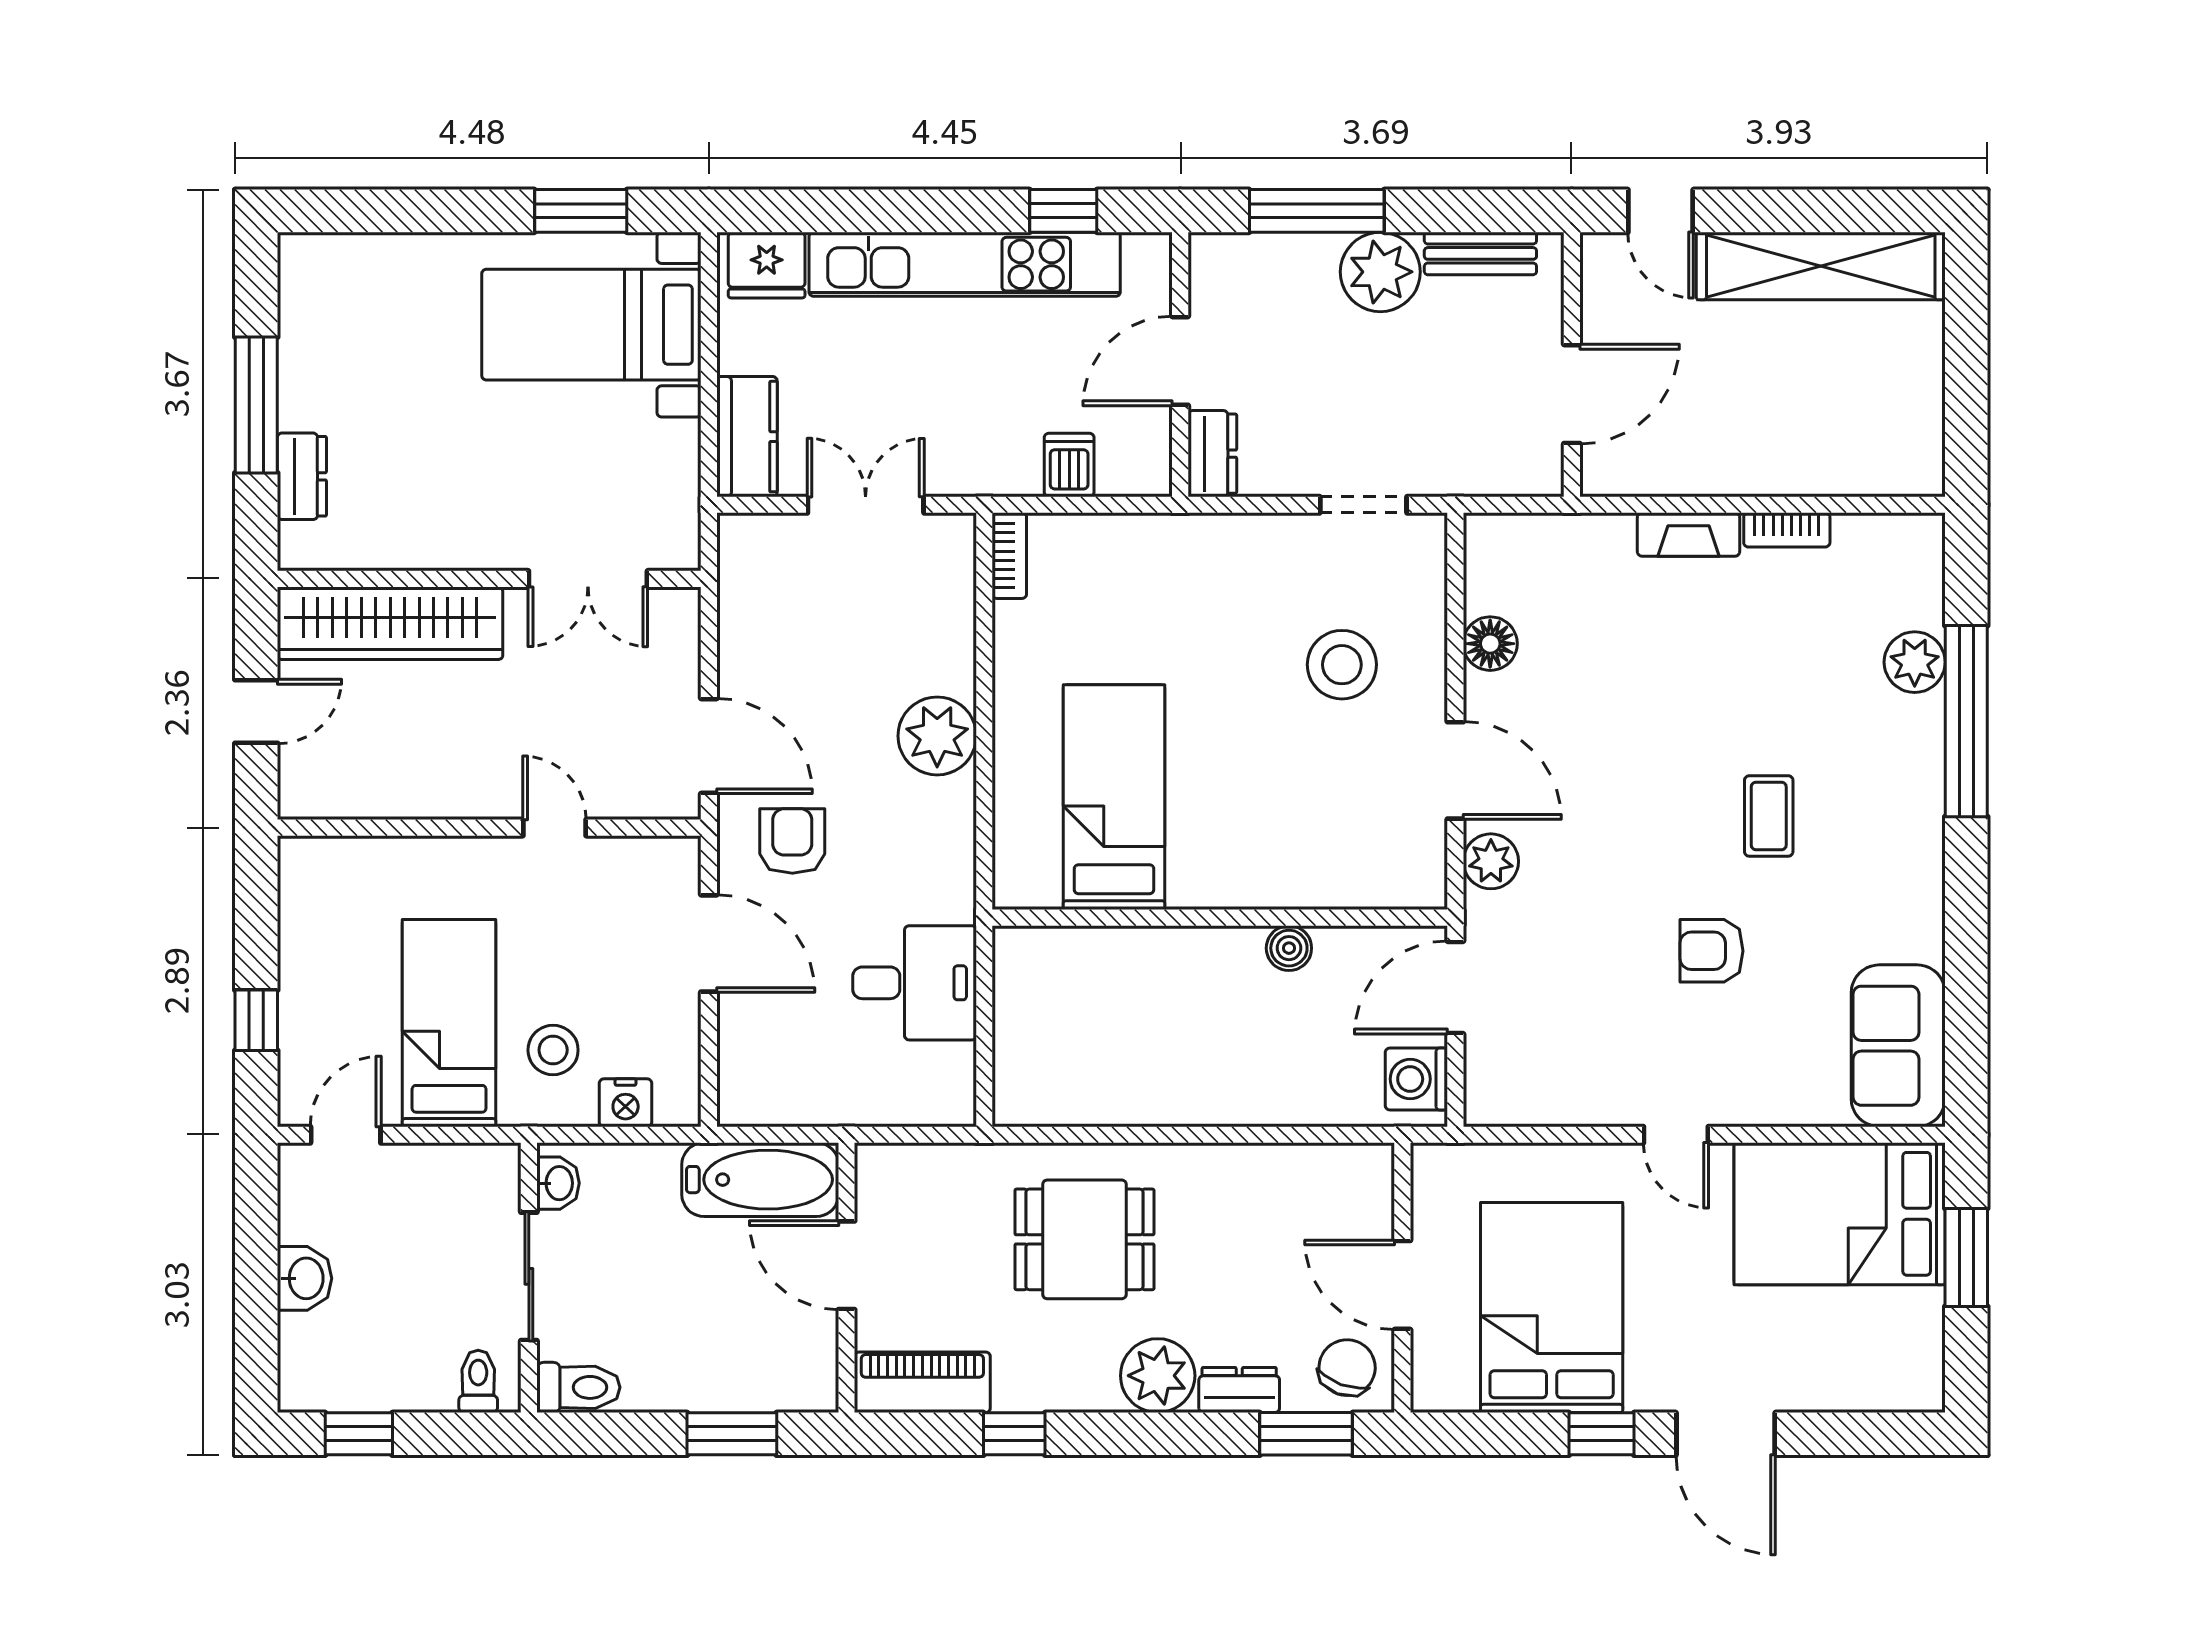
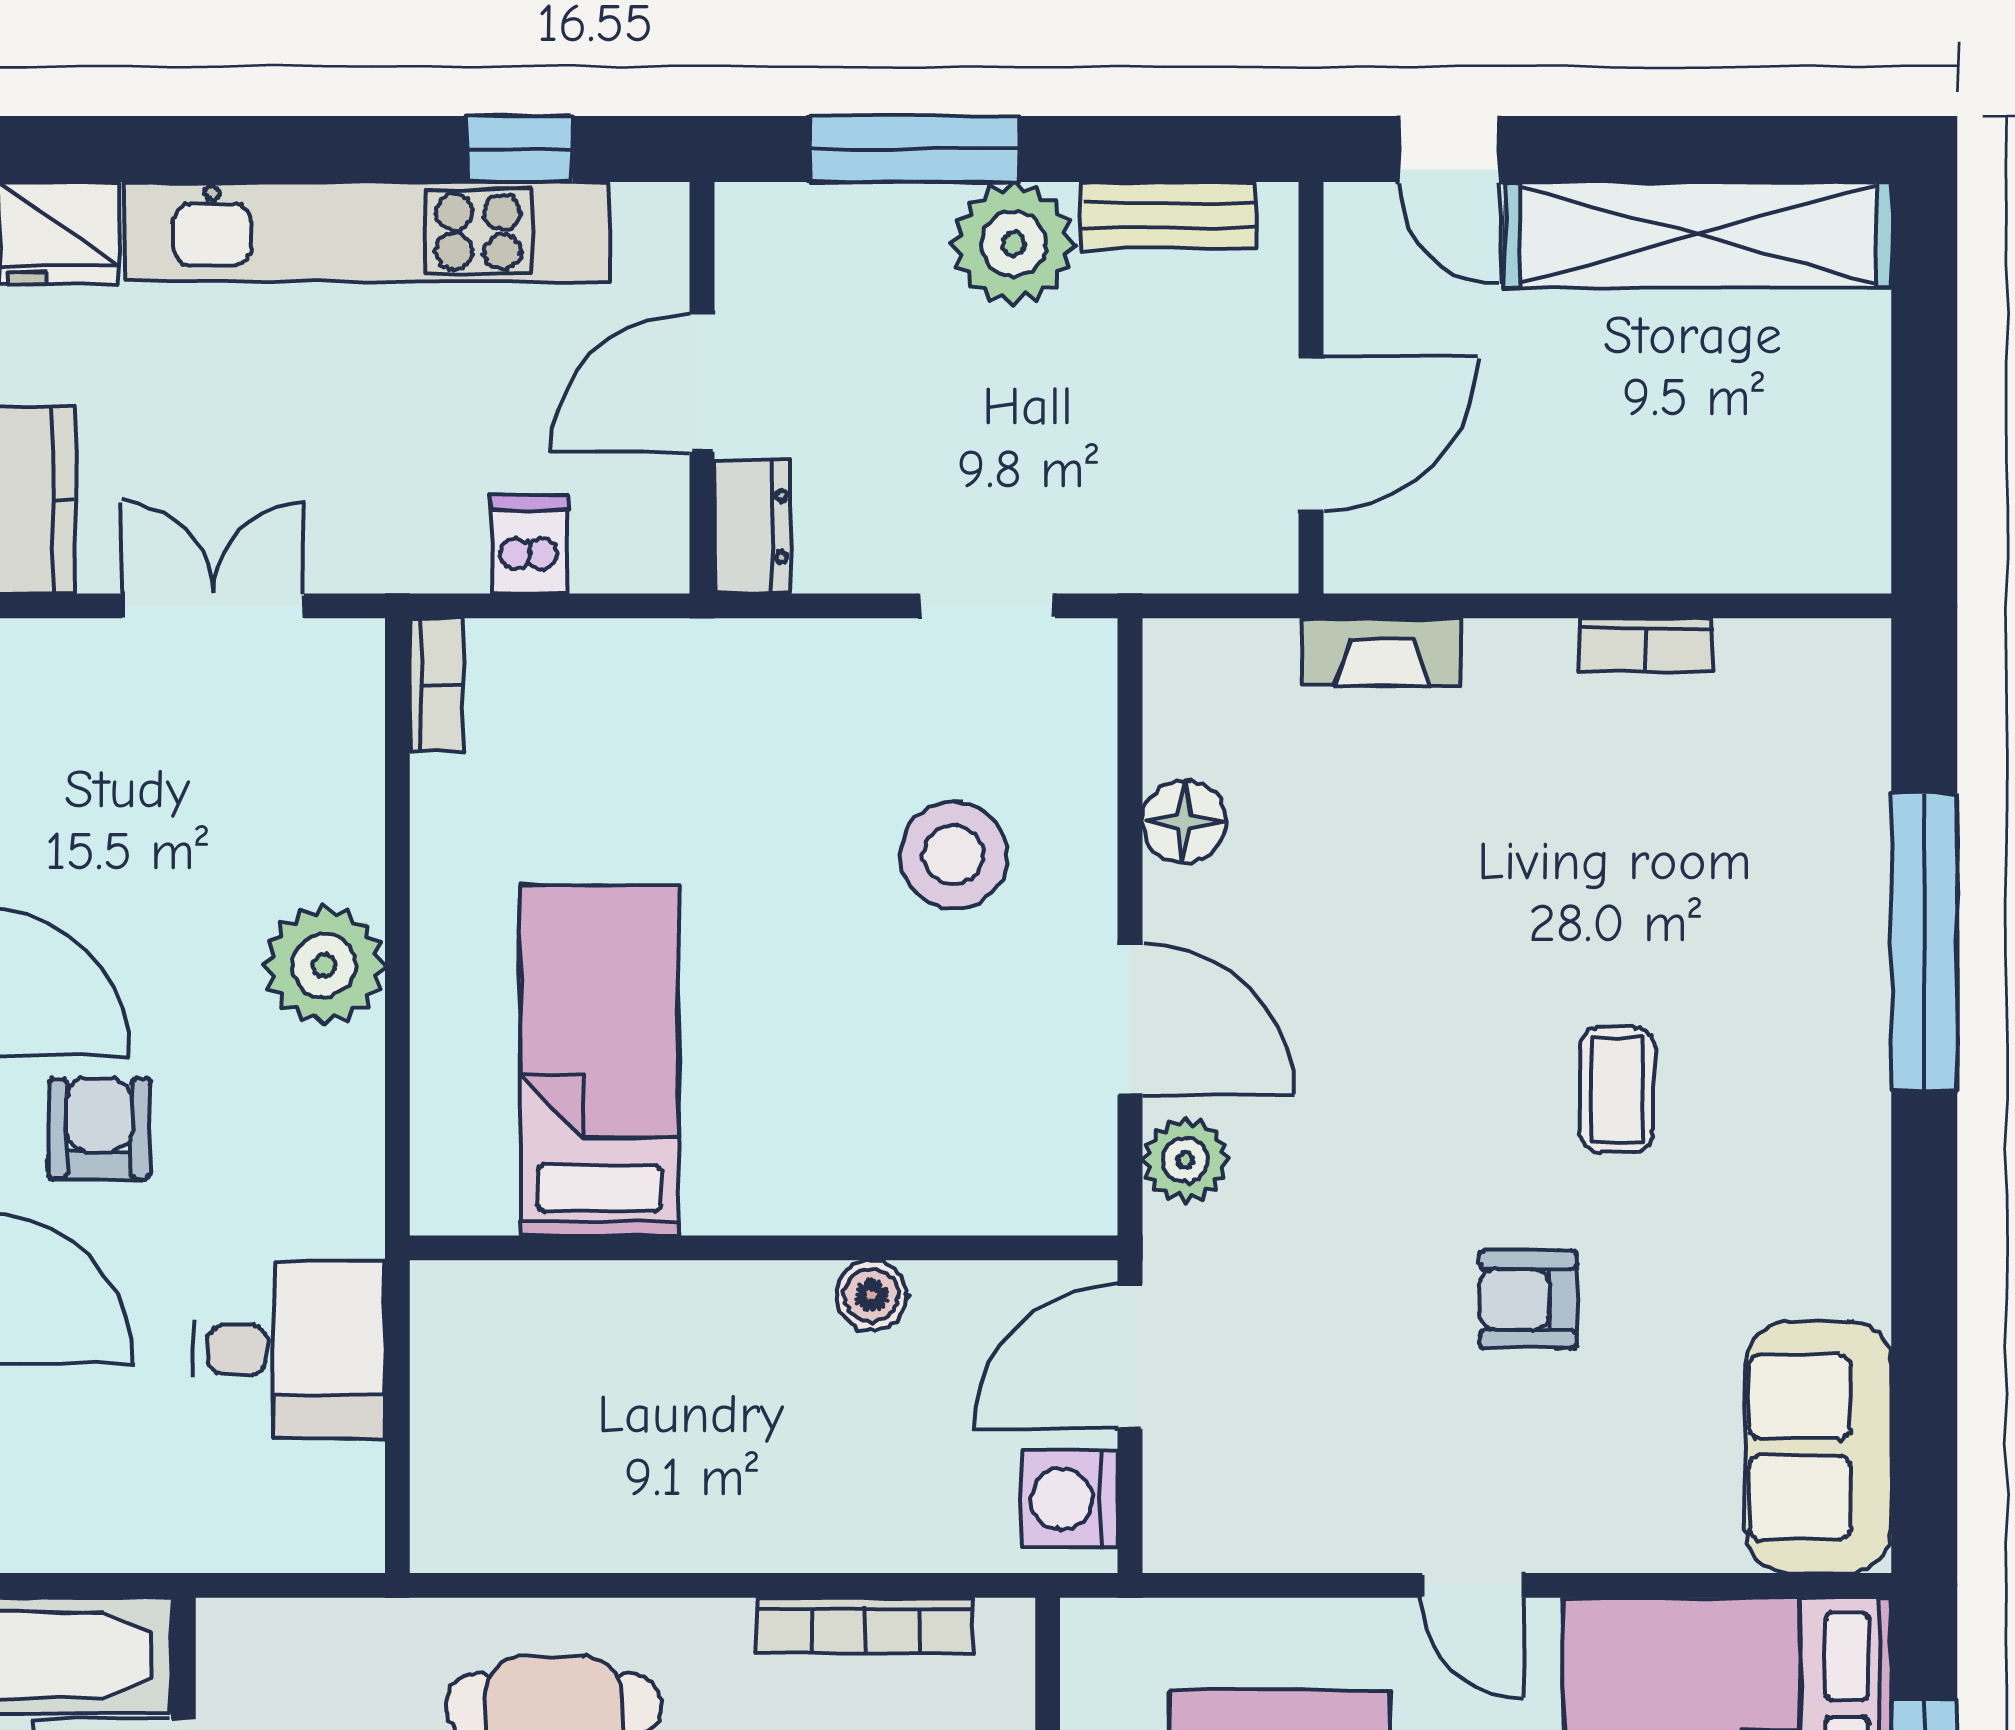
fireplace: (1689, 534) -> (1382, 652), moved
plant: (1915, 662) -> (1844, 851), removed
bookcase: (1285, 1160) -> (865, 1625), added

